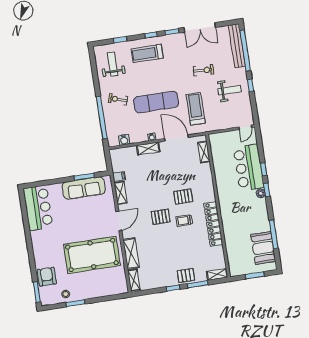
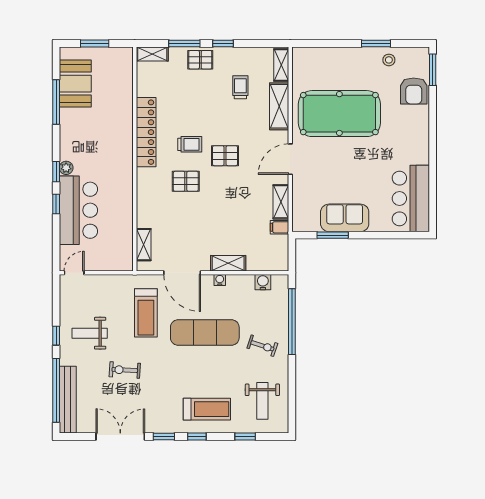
sofa: (84, 188) -> (345, 218), width x0.73
trolley: (158, 262) -> (240, 87), added

